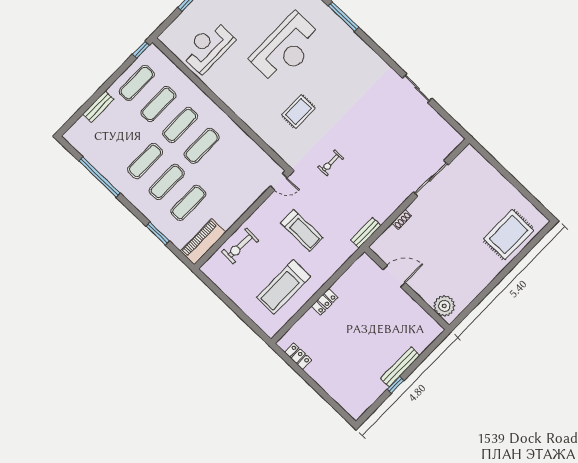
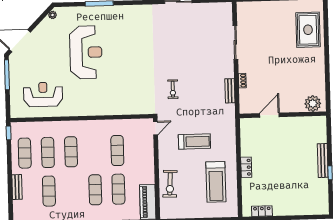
reception desk: (208, 47) -> (43, 94), turned 90
rug: (298, 112) -> (127, 79), removed
exercise mat: (202, 146) -> (117, 150), moved
exercise mat: (145, 161) -> (49, 191), moved
bench: (366, 233) -> (230, 91), moved

